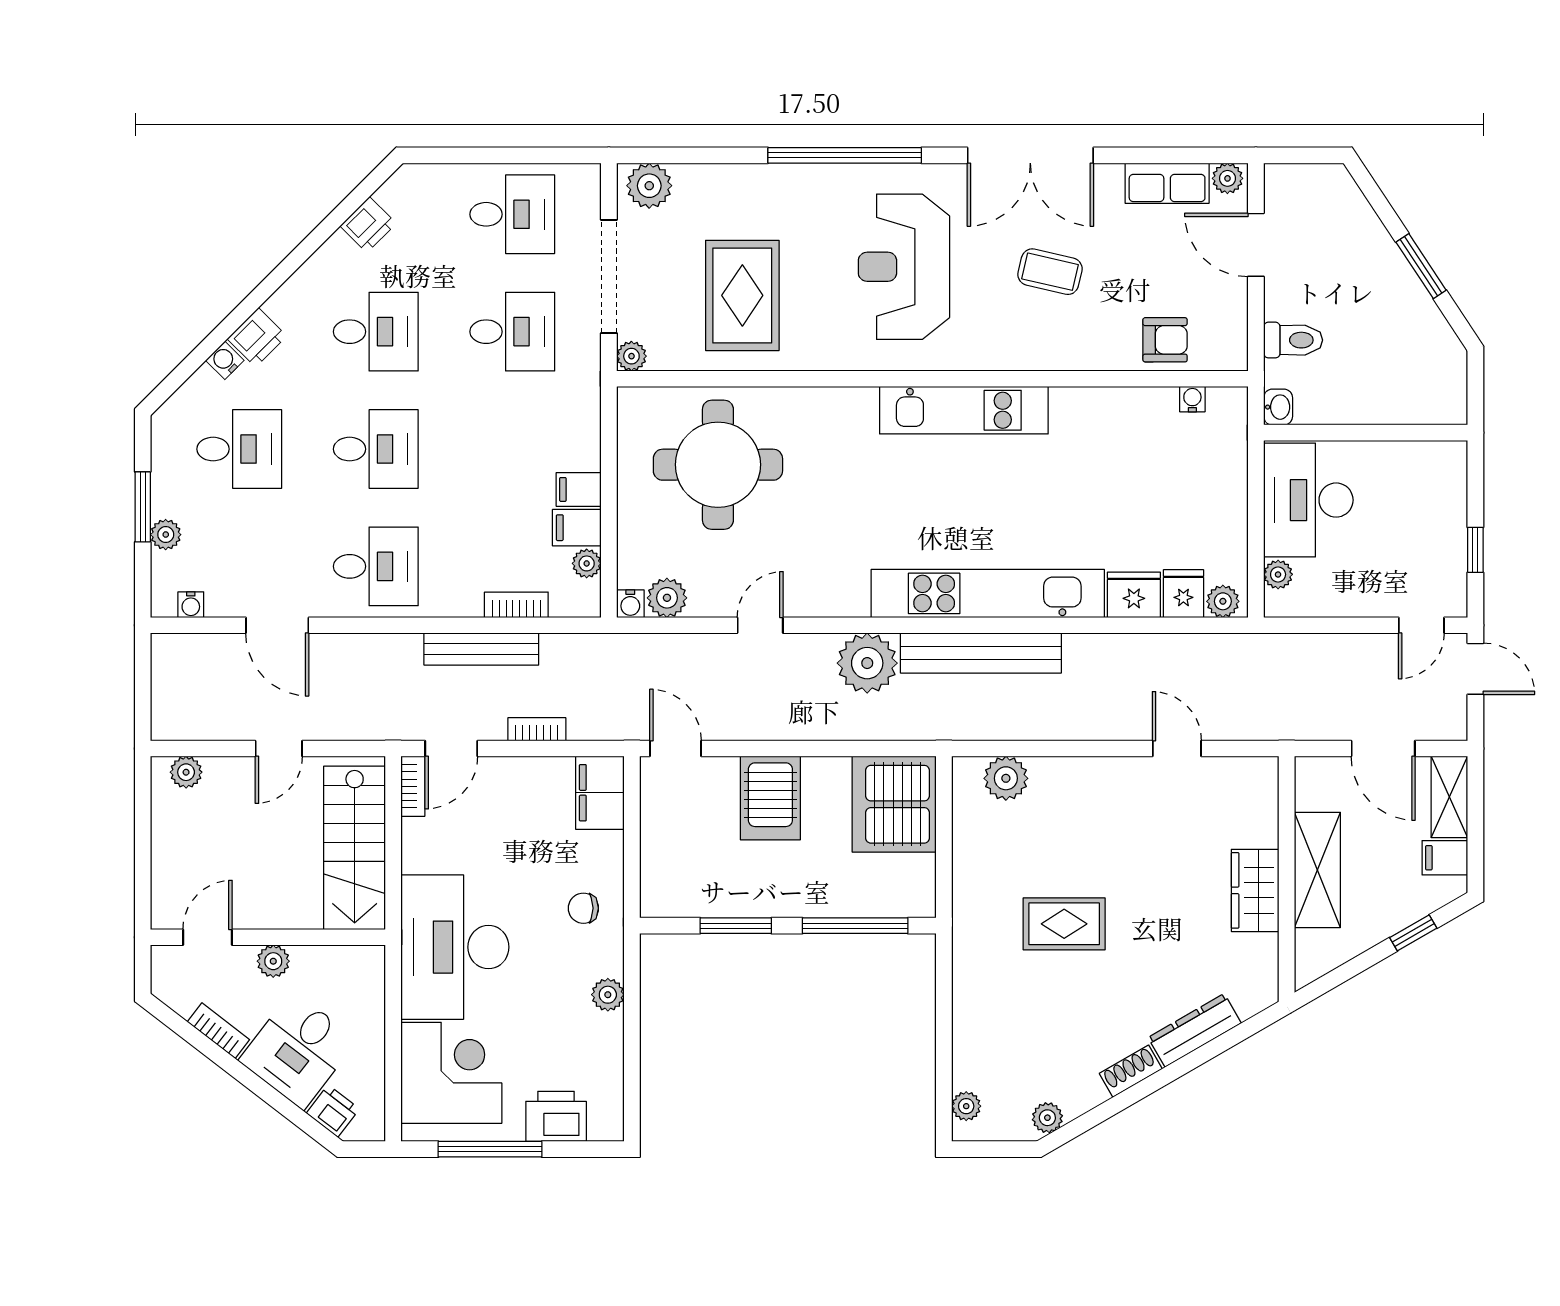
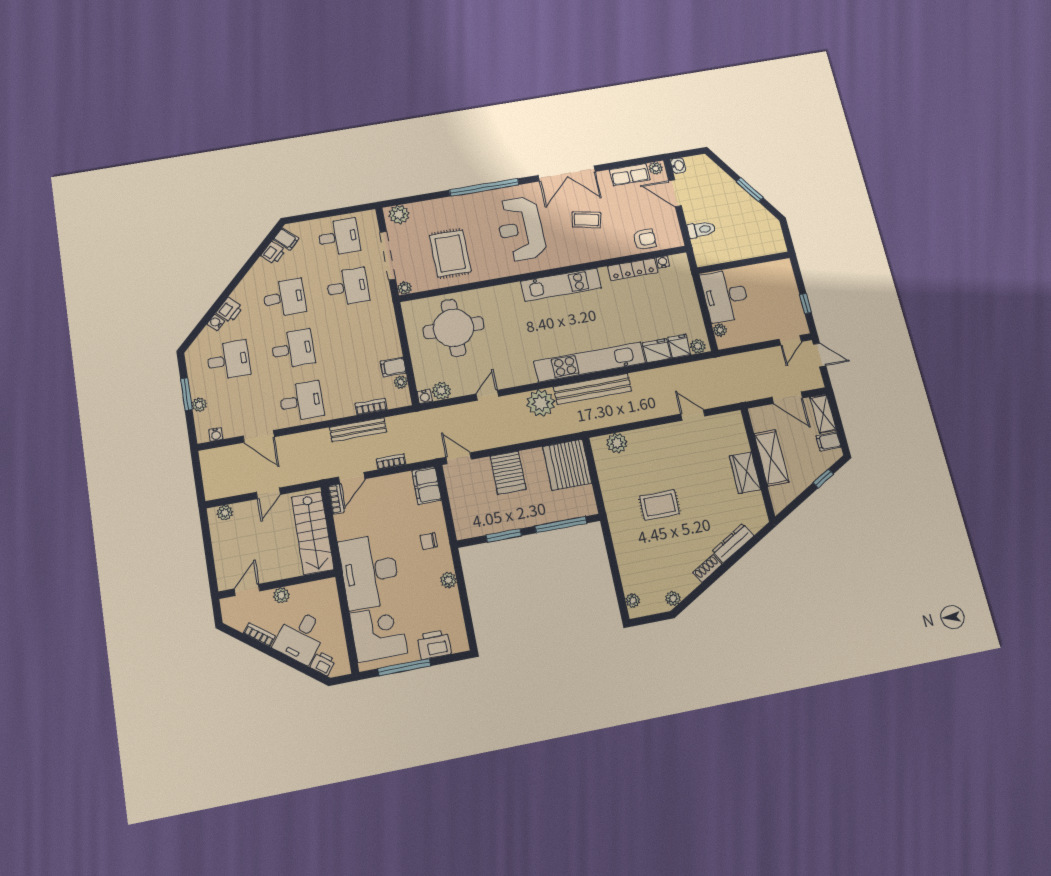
locker: (1124, 404) -> (633, 269), added
washbasin: (1278, 407) -> (678, 166), moved
filing cabinet: (579, 489) -> (286, 239), moved, turned -135

